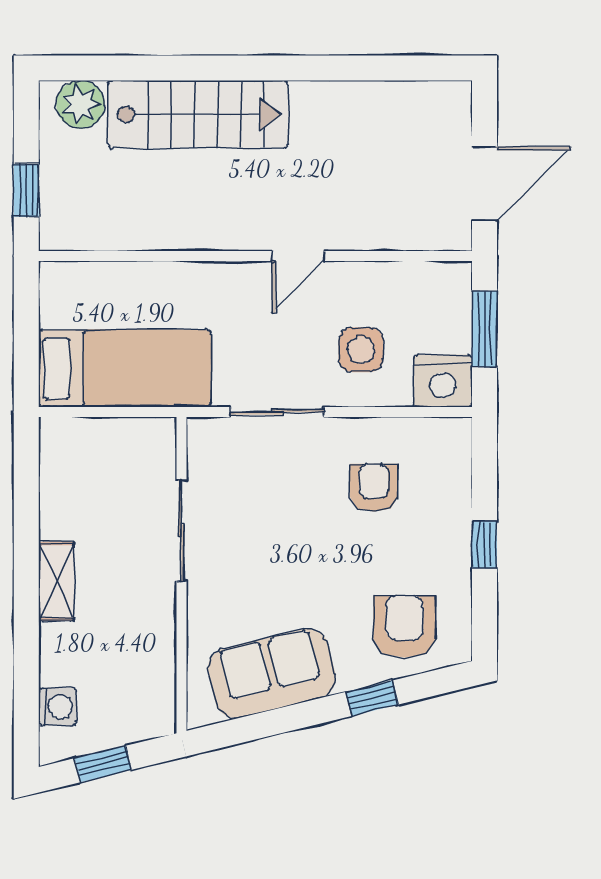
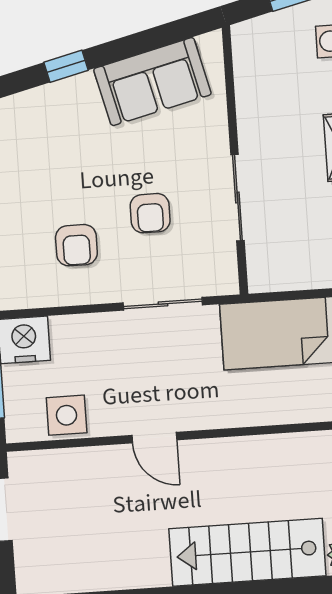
door: (298, 256) -> (154, 438), swing flipped
side table: (361, 350) -> (67, 415), moved
armchair: (405, 627) -> (150, 213), moved, width x0.72, depth x0.72

